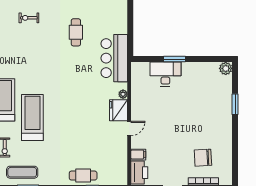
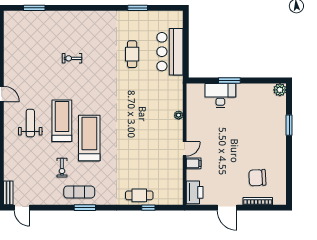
exercise bike: (29, 18) -> (72, 58), moved
bar counter: (114, 58) -> (170, 52), moved
fridge: (118, 110) -> (174, 131), removed
filing cabinet: (138, 155) -> (194, 163), moved

